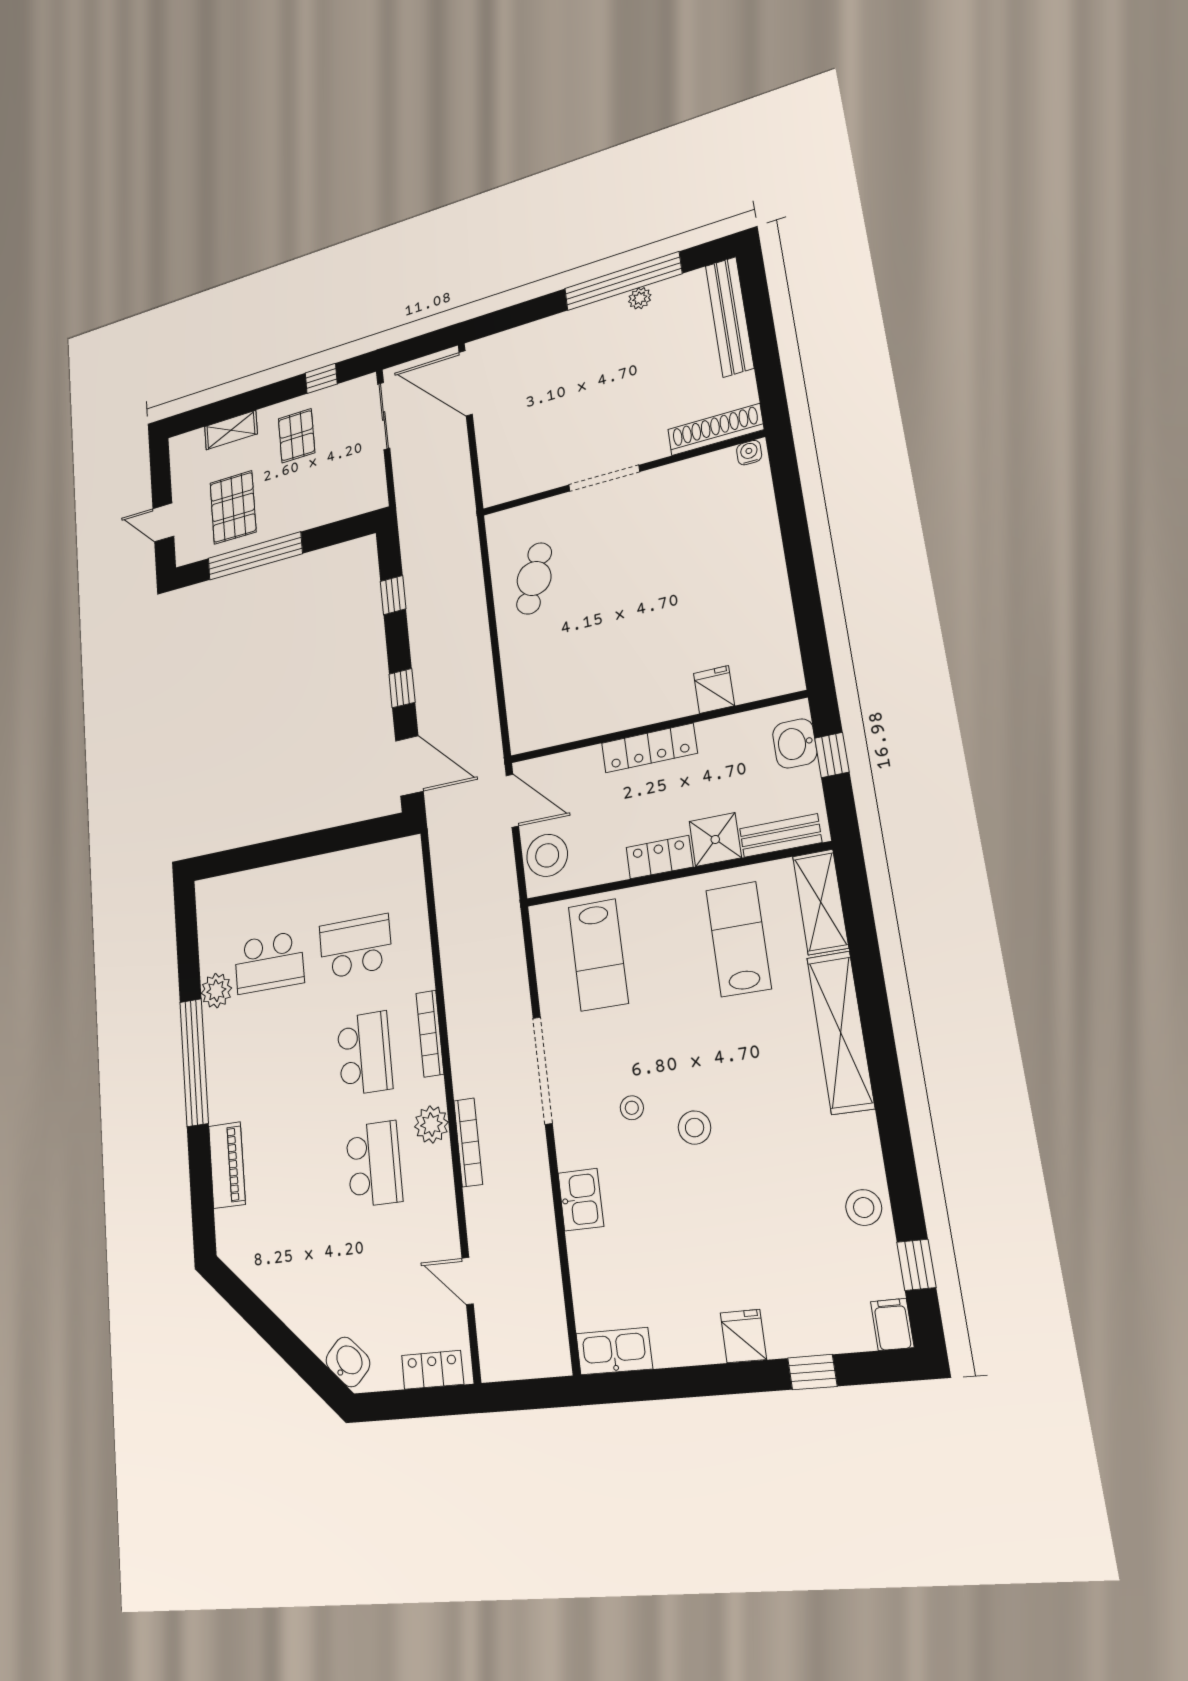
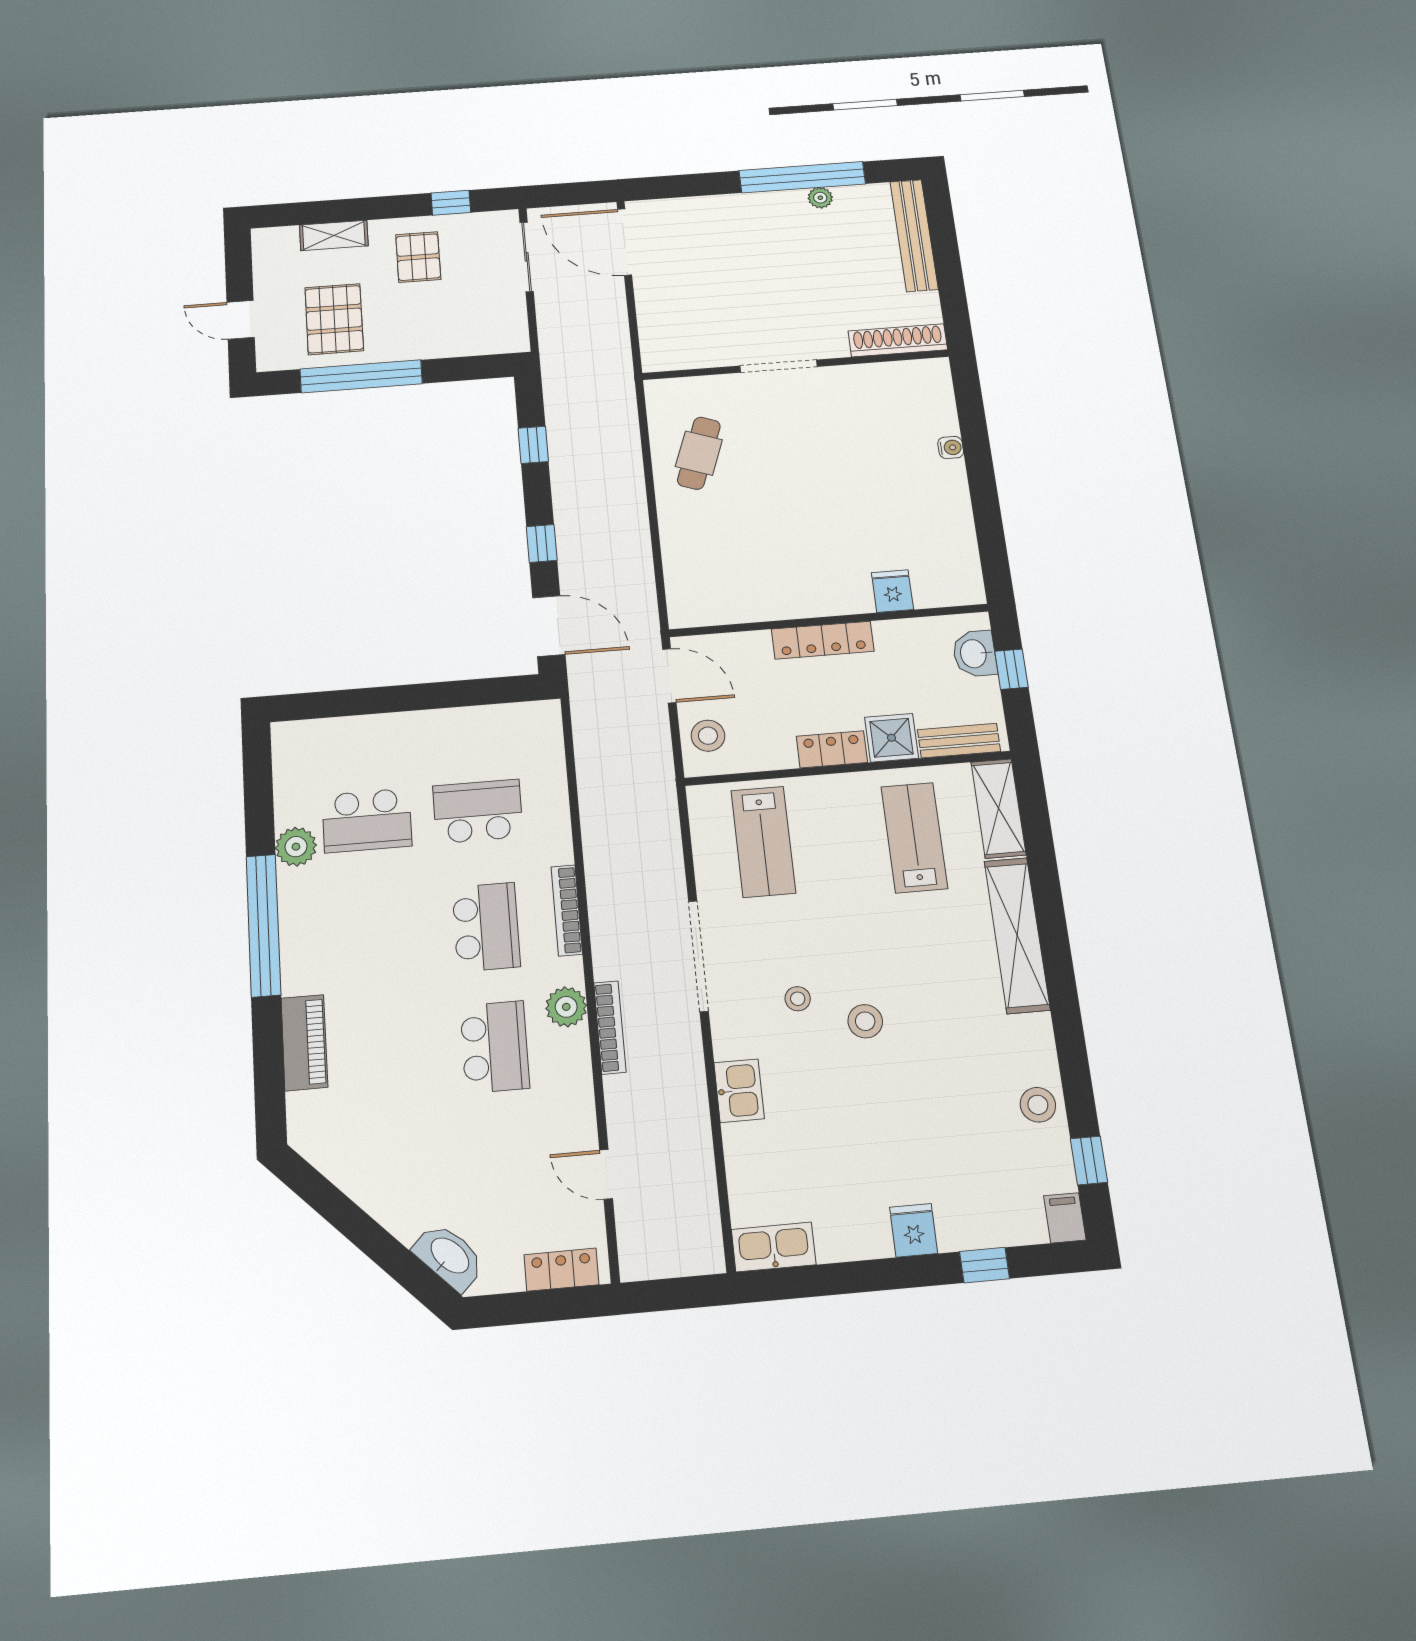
water cooler: (749, 453) -> (951, 448), moved, turned 90
stool: (547, 855) -> (708, 736), width x0.73, depth x0.73
washbasin: (348, 1362) -> (449, 1256), width x1.38

